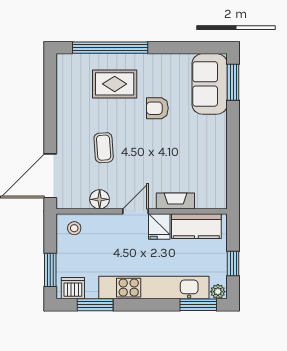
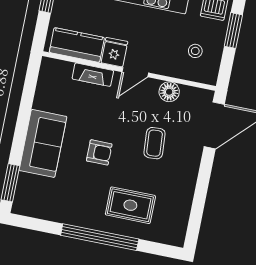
window: (110, 48) -> (100, 237), moved
sofa: (210, 84) -> (43, 143), moved
armchair: (157, 108) -> (99, 152), moved
stool: (74, 228) -> (195, 51), moved

